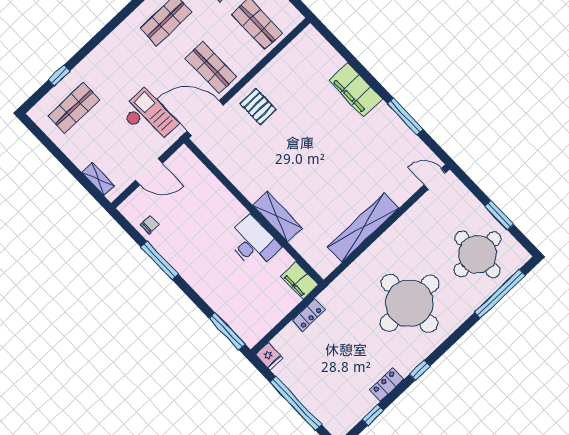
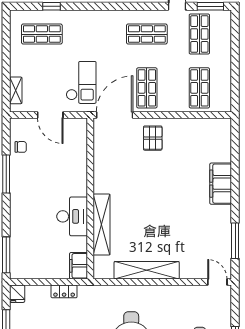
window: (405, 116) -> (235, 241), moved
door: (205, 118) -> (115, 115), hinge flipped
shelving: (277, 217) -> (102, 225), width x1.47

